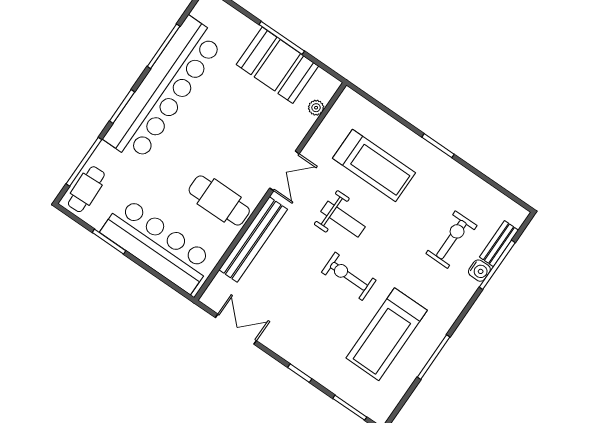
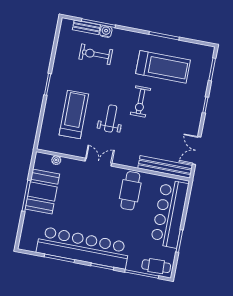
bench: (253, 239) -> (165, 167), moved

